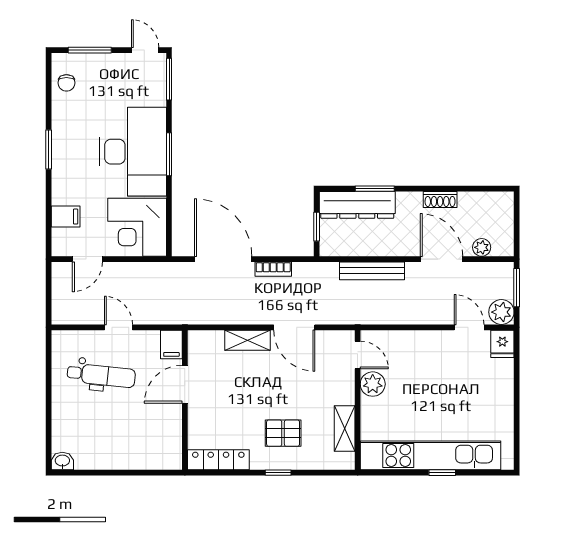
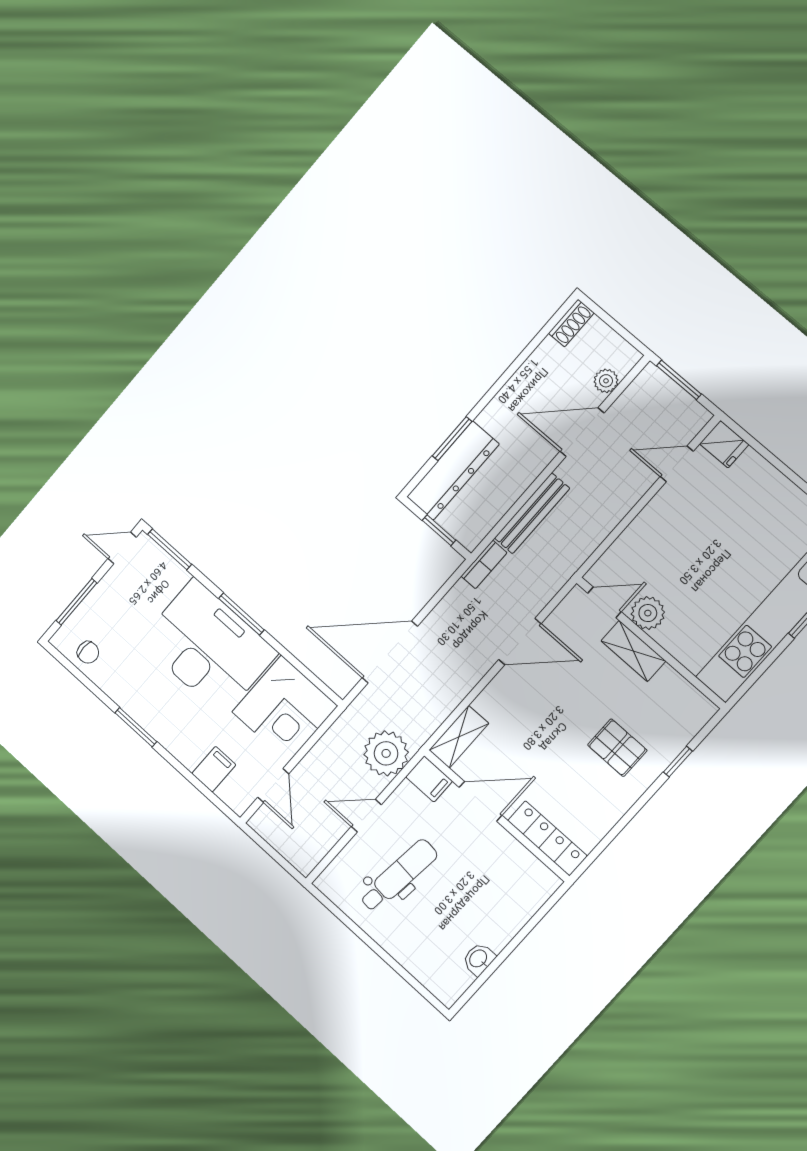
shoe rack: (440, 199) -> (571, 323), moved
bookcase: (273, 269) -> (484, 564), moved
plant: (501, 312) -> (386, 753), moved, width x1.36, depth x1.36
shelving: (248, 340) -> (459, 737), moved
door: (185, 384) -> (481, 801), swing flipped
shelving: (345, 429) -> (633, 651), moved
pallet: (283, 433) -> (617, 748), turned 90
locker: (218, 460) -> (547, 838), moved, turned 90
washbasin: (62, 461) -> (479, 959), moved
window: (278, 473) -> (678, 762), moved

